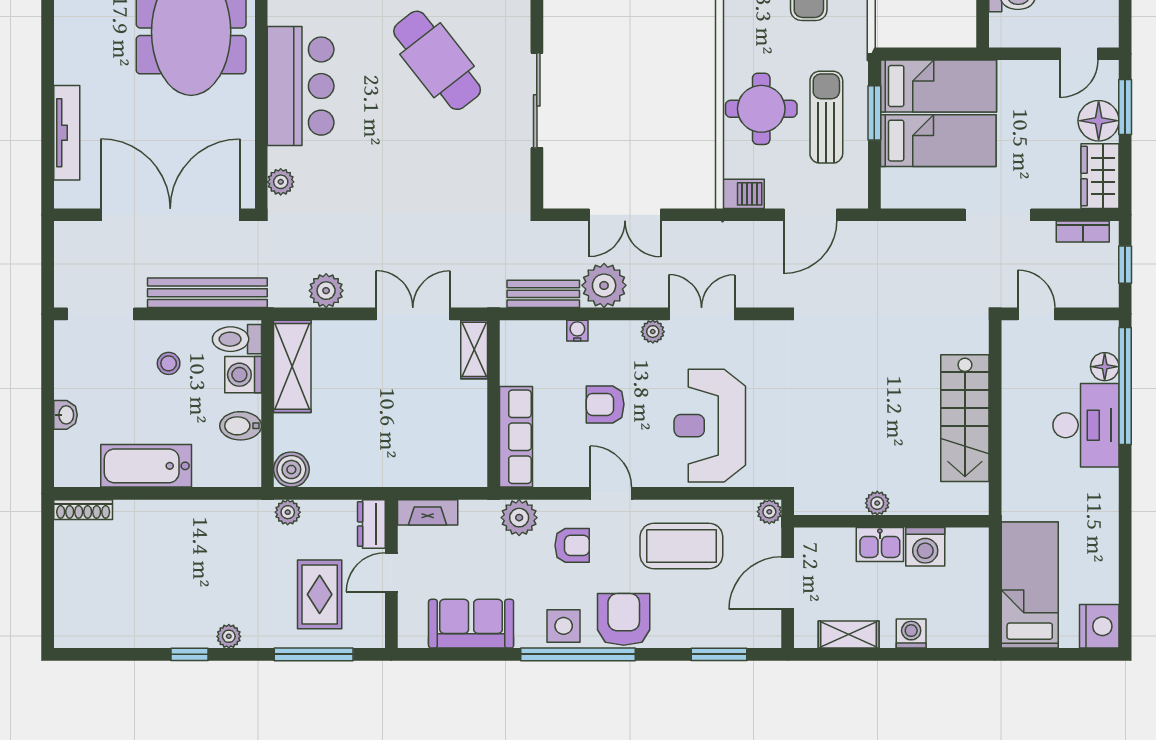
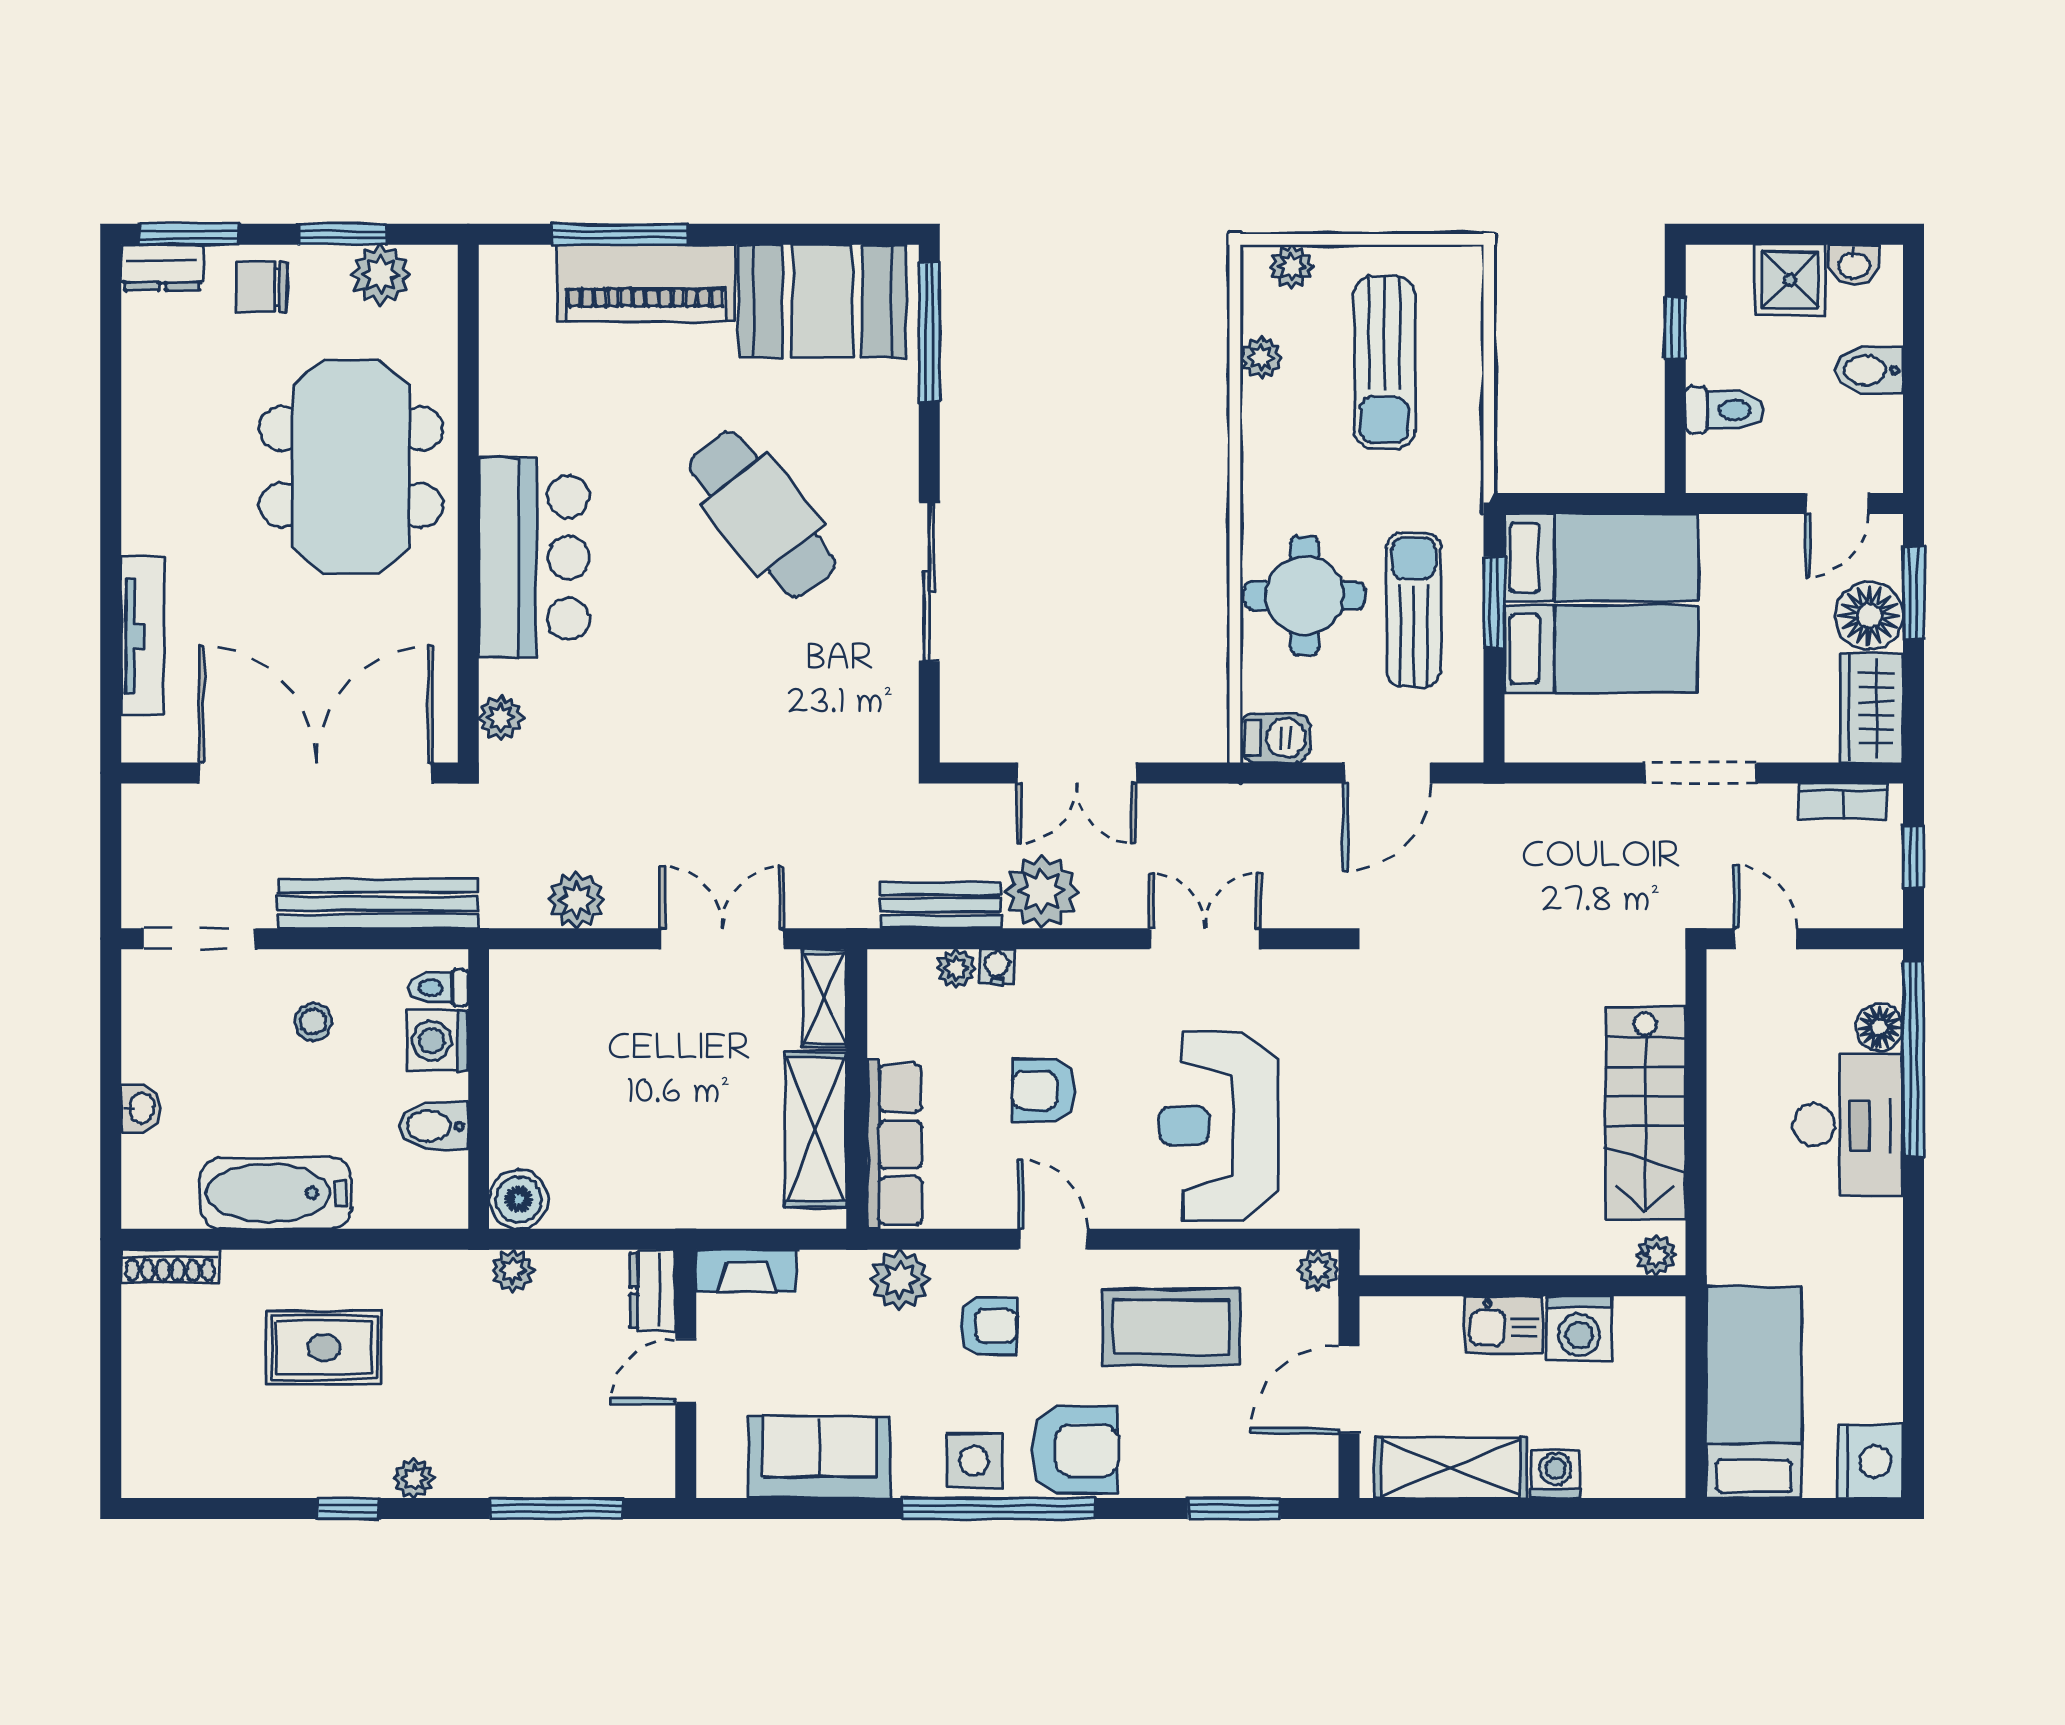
plant: (653, 332) -> (956, 968), moved
toilet: (237, 339) -> (439, 988), width x0.73, depth x0.72
shelving: (292, 366) -> (815, 1129), moved
plant: (877, 503) -> (1656, 1255), moved
rug: (320, 594) -> (324, 1348), moved, turned 90
armchair: (624, 619) -> (1075, 1450), turned 90
shelving: (849, 635) -> (1451, 1468), width x1.50, depth x1.33

